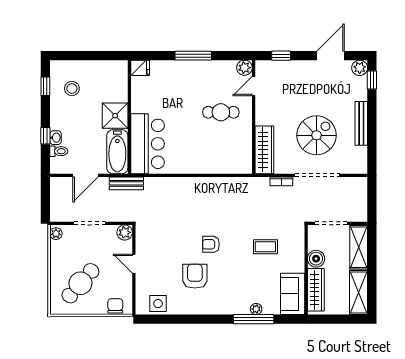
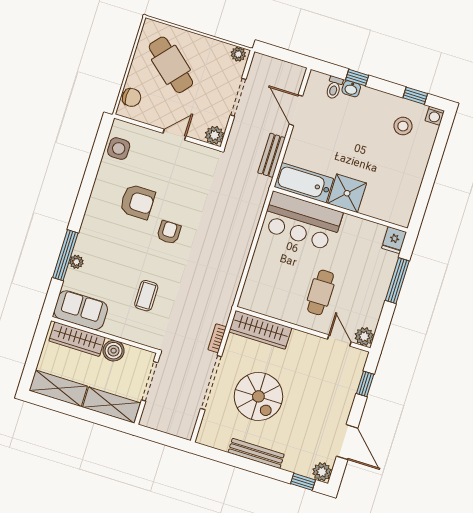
washing machine: (56, 66) -> (435, 116), added
fridge: (140, 68) -> (394, 240), moved
shower: (115, 116) -> (347, 193), moved
wall: (129, 117) -> (340, 209), moved
bar counter: (147, 144) -> (302, 221), moved
bathtub: (117, 152) -> (304, 183), moved

